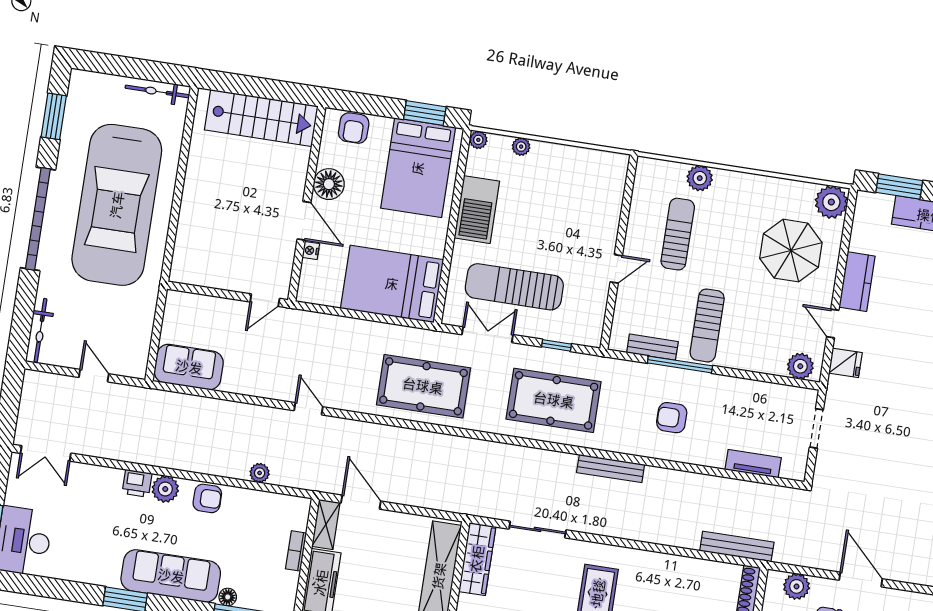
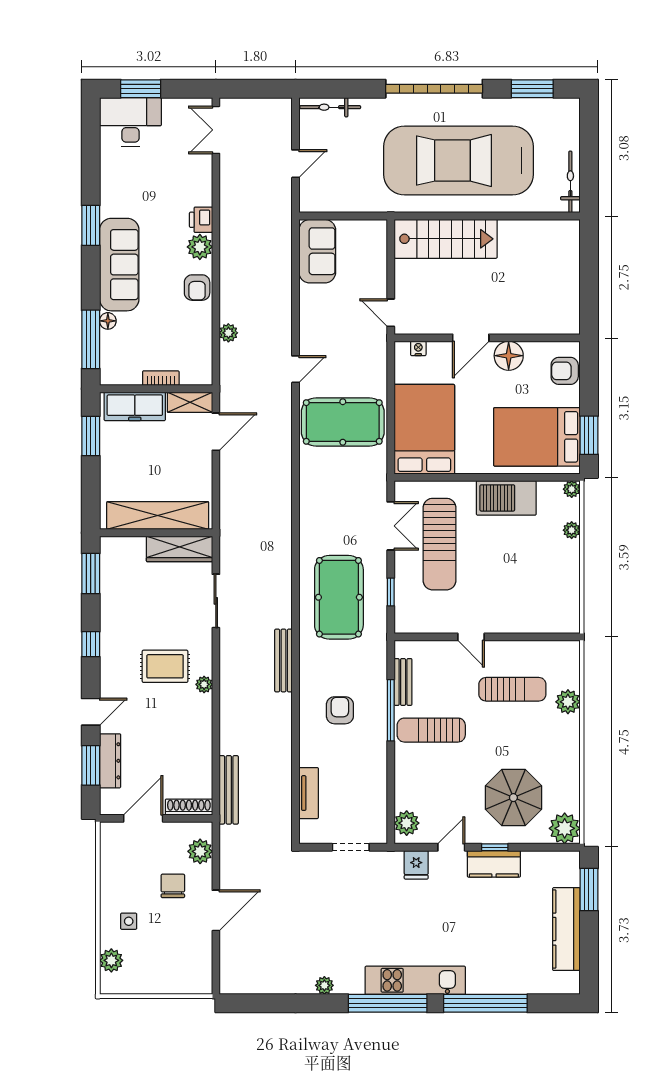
stairs: (261, 118) -> (446, 239), moved, turned -90
nightstand: (311, 251) -> (418, 348), moved
window: (840, 278) -> (495, 847), added
sun lounger: (514, 287) -> (439, 544), turned 180
pool table: (423, 386) -> (343, 422), moved, turned 90
plant: (623, 555) -> (204, 684), added

